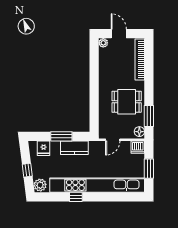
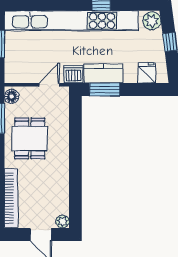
dining table: (127, 102) -> (30, 138), turned 90
window: (61, 136) -> (105, 89), moved
dishwasher: (138, 147) -> (73, 74), moved

